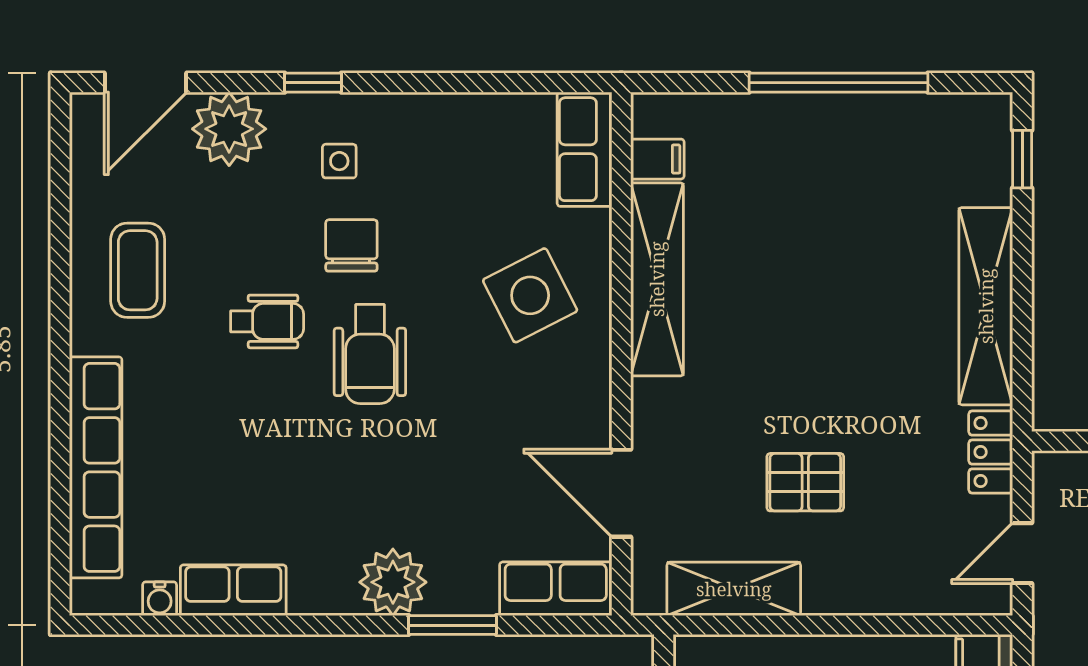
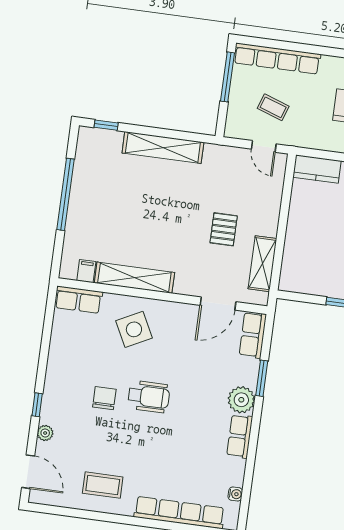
plant: (229, 129) -> (45, 433), width x0.53, depth x0.53
side table: (339, 161) -> (70, 398), removed
chair: (351, 245) -> (104, 398), turned 90
wheelchair: (267, 321) -> (130, 436), removed
locker: (991, 452) -> (222, 153), removed
row of seats: (233, 590) -> (240, 436), moved

